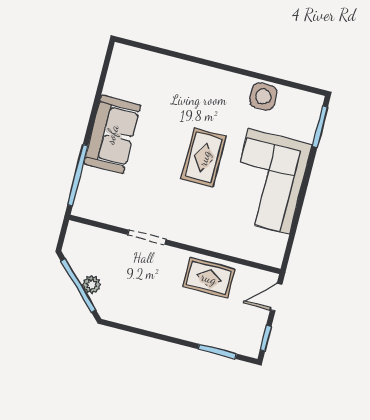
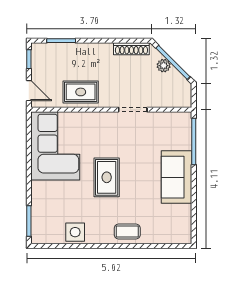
coffee table: (195, 80) -> (127, 232), added
corner sofa: (269, 181) -> (55, 146), moved
door: (276, 297) -> (29, 91), hinge flipped
shoe rack: (128, 317) -> (131, 49), added

